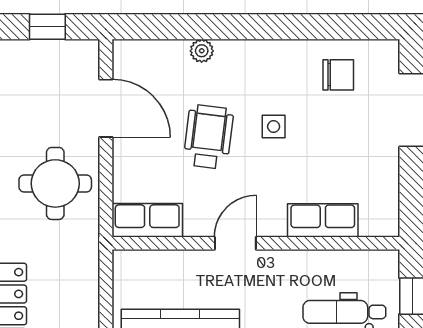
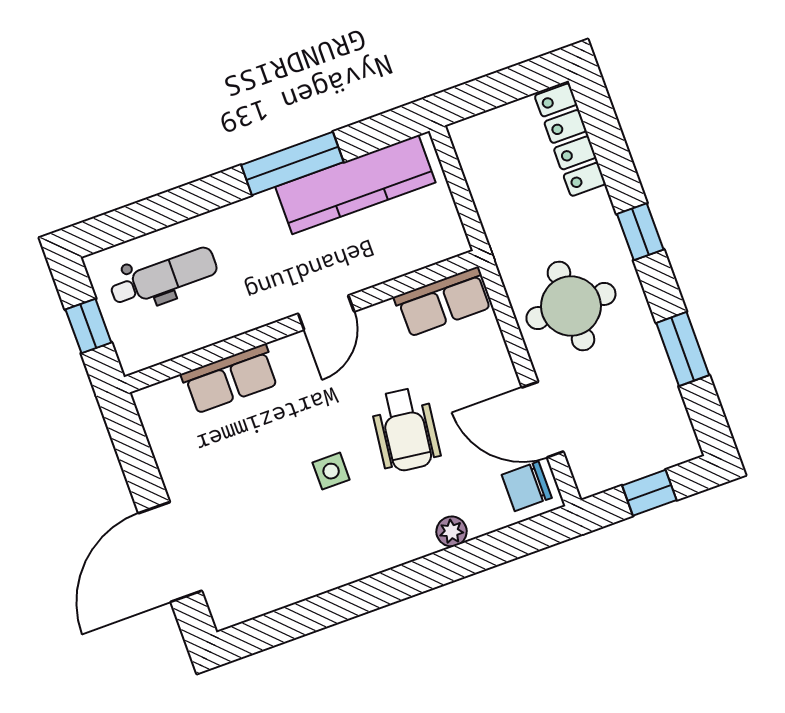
chair: (338, 75) -> (527, 486), moved

